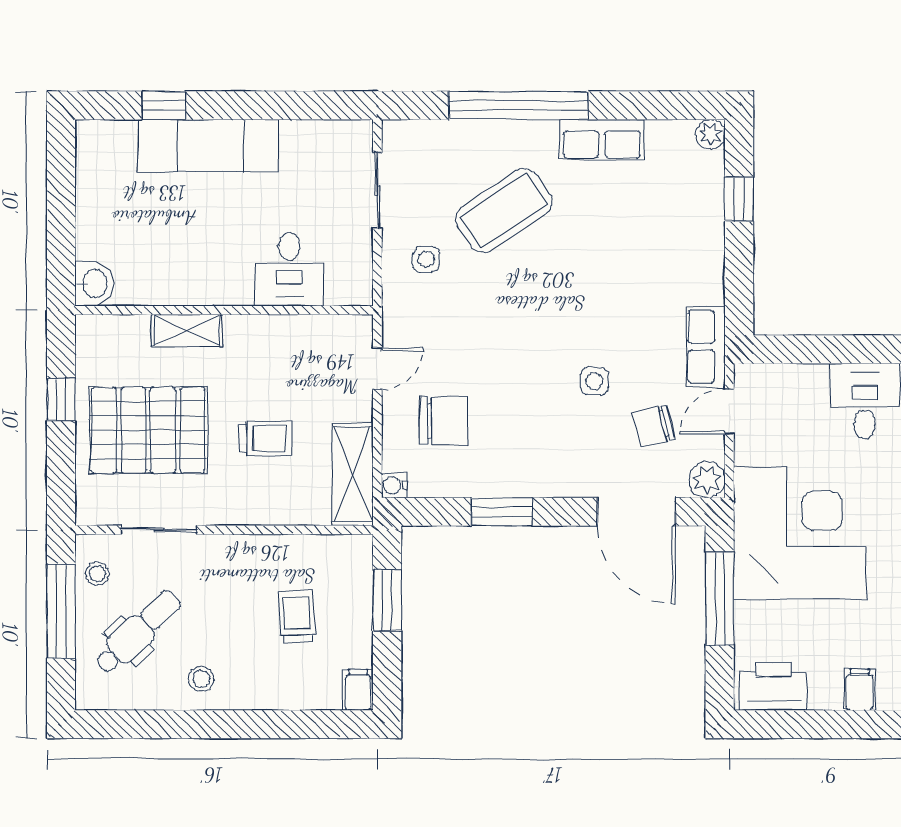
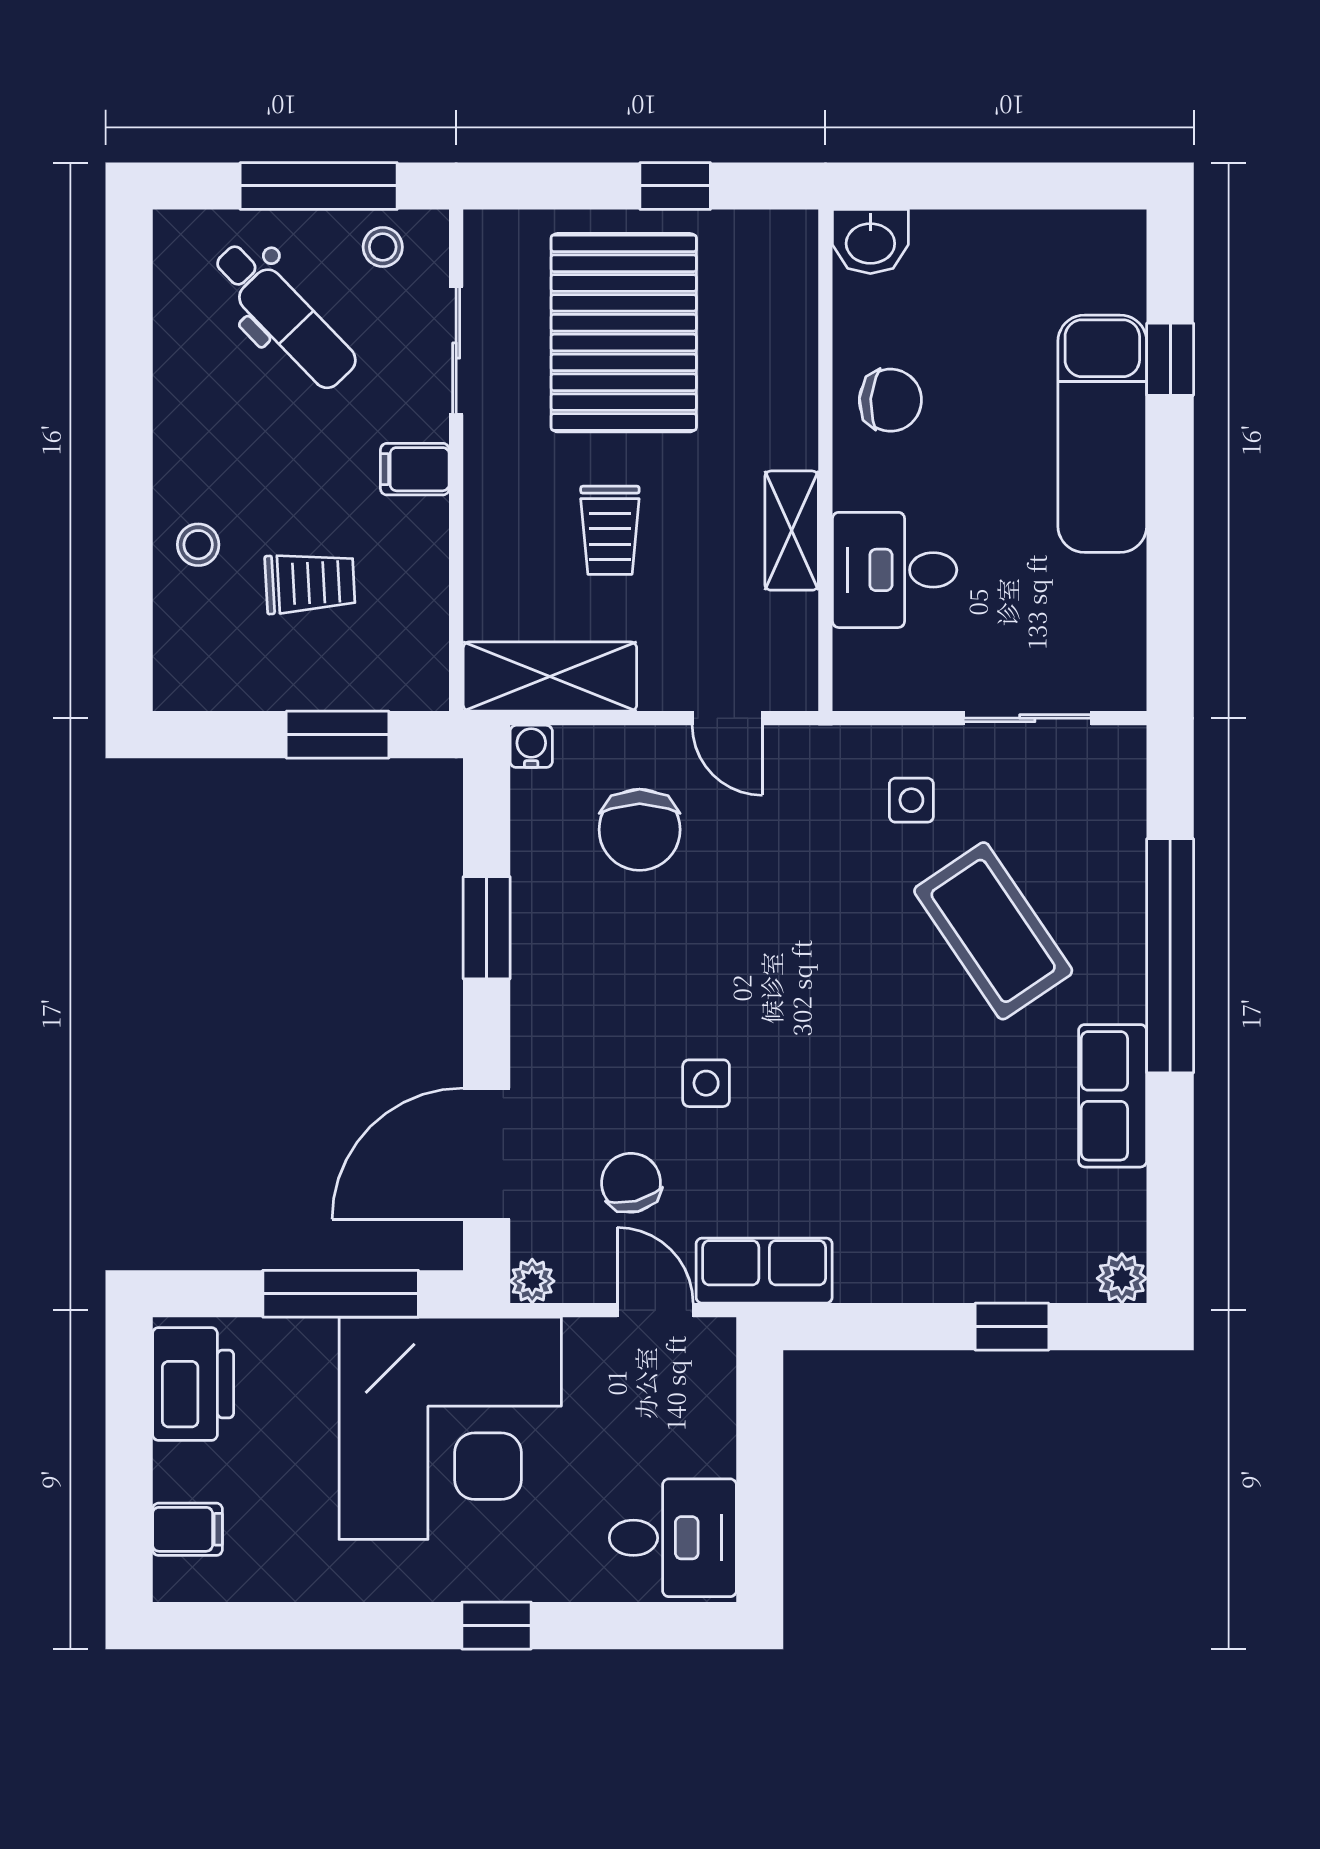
chair: (188, 272) -> (890, 400), added
shelving: (187, 330) -> (792, 531), moved
plant: (707, 480) -> (532, 1281), width x0.73, depth x0.73
stool: (201, 679) -> (198, 545), moved
filing cabinet: (358, 690) -> (415, 469), moved, turned 180

